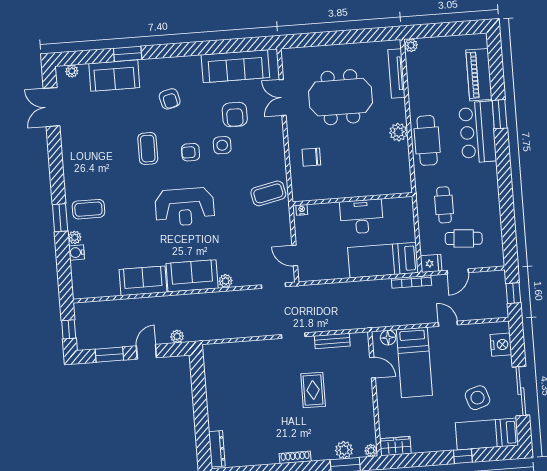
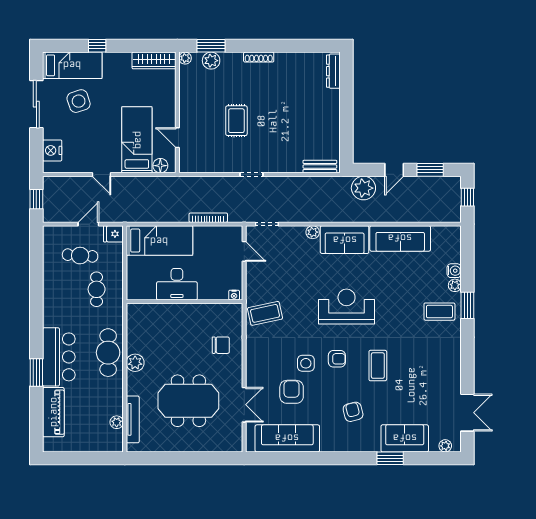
plant: (411, 45) -> (117, 422), moved
sofa: (143, 281) -> (400, 238), width x1.36
bookcase: (411, 282) -> (208, 218), moved
plant: (177, 336) -> (363, 188), width x1.88, depth x1.88
bench: (332, 341) -> (320, 167), moved
wardrobe: (395, 446) -> (154, 60), width x1.50

